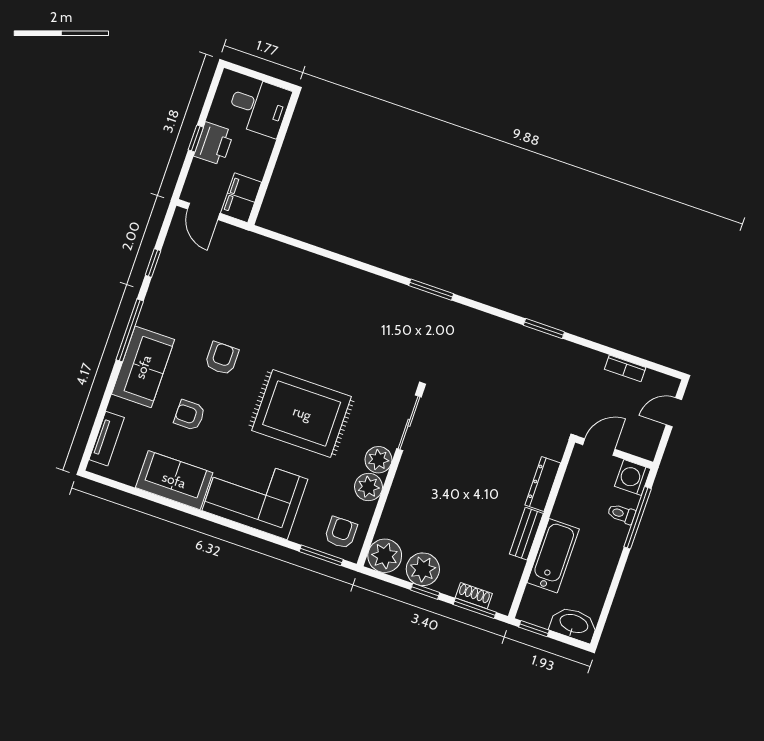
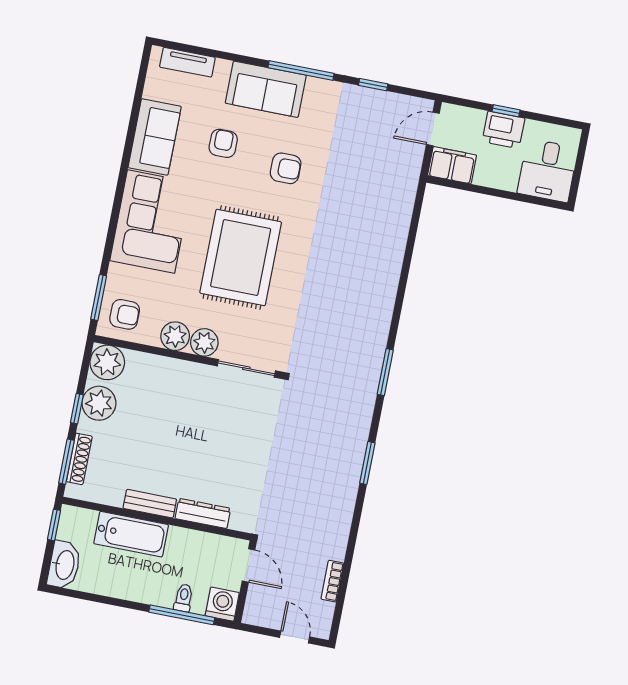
window: (544, 329) -> (367, 463), moved
shoe rack: (474, 596) -> (79, 459), width x1.43

